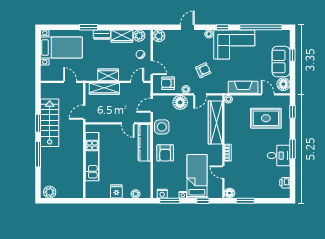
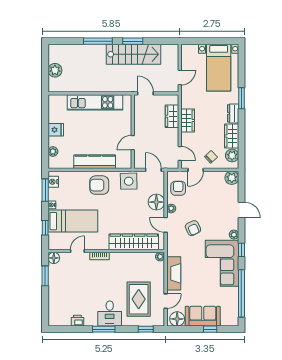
wardrobe: (104, 89) -> (172, 116), width x0.67
kitchen counter: (145, 143) -> (95, 162), moved
desk: (279, 156) -> (110, 314), moved
printer: (285, 183) -> (77, 321), moved
plant: (50, 192) -> (55, 70), moved

